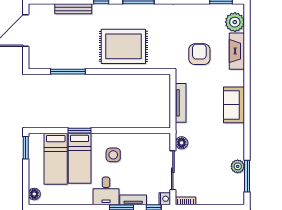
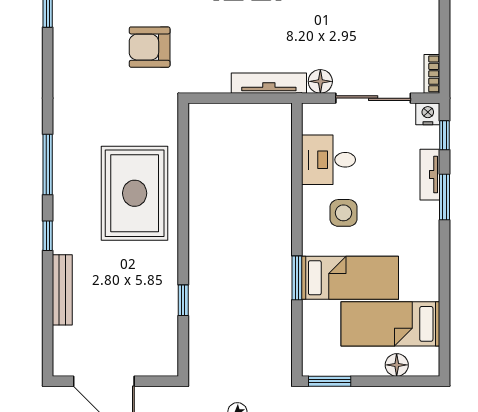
window: (68, 72) -> (183, 300), width x0.46
tv unit: (181, 103) -> (269, 83), moved
bed: (56, 159) -> (390, 324), moved, turned 180
desk: (106, 191) -> (329, 160), moved, turned 180
floor lamp: (34, 194) -> (397, 365), moved

